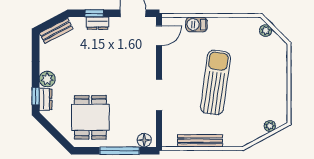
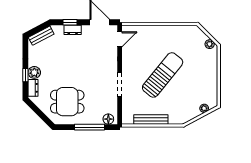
barbecue: (196, 24) -> (148, 31), removed
plant: (266, 31) -> (210, 44), moved
sun lounger: (215, 82) -> (163, 75), turned 31
window: (36, 96) -> (25, 75), moved
dining table: (90, 117) -> (67, 102), turned 90

